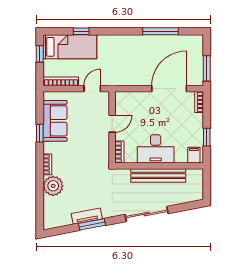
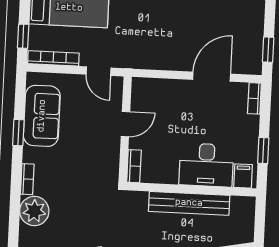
window: (40, 54) -> (23, 36), moved
window: (207, 68) -> (268, 50), width x0.67
door: (92, 89) -> (99, 71), swing flipped
door: (169, 89) -> (212, 77), width x0.73
desk: (156, 149) -> (206, 165), moved

